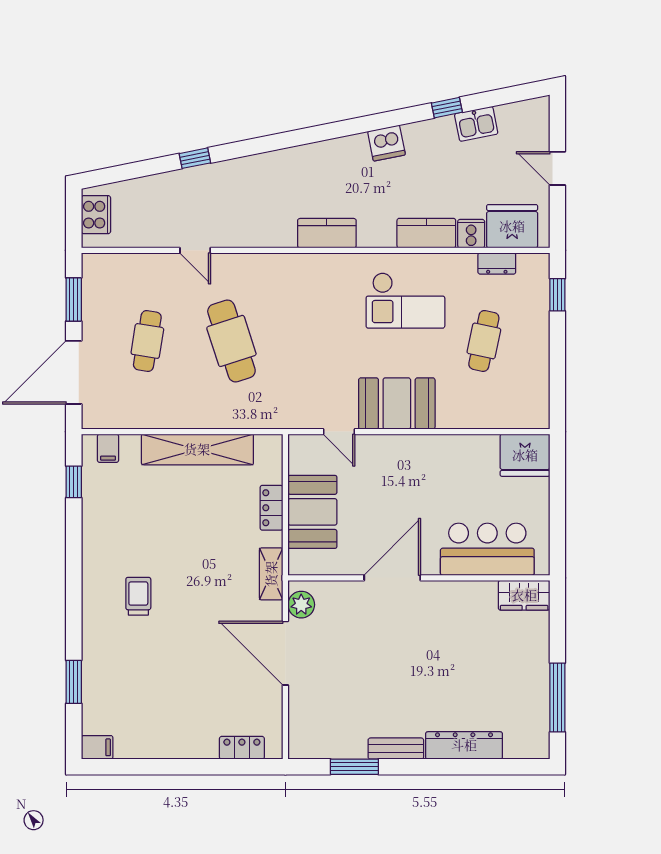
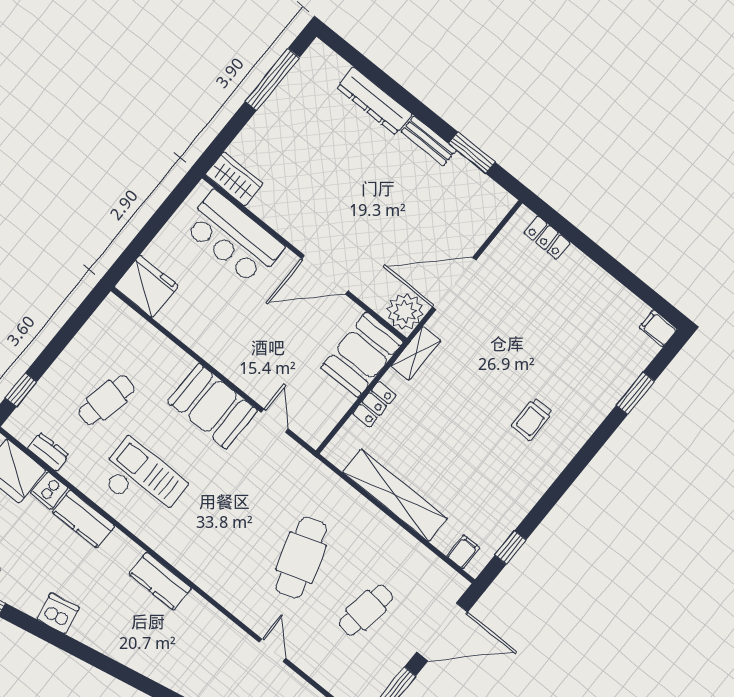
booth: (312, 512) -> (362, 355), moved
plant: (301, 605) -> (405, 312), width x1.36, depth x1.36
door: (285, 653) -> (454, 283), swing flipped

